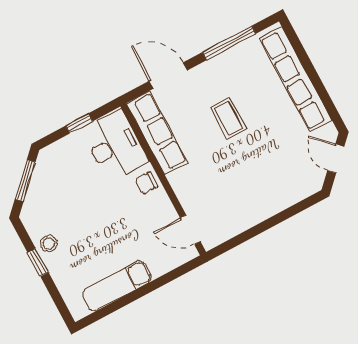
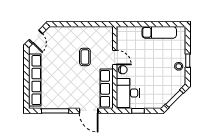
coffee table: (229, 118) -> (85, 57), moved
door: (190, 230) -> (115, 58), moved

